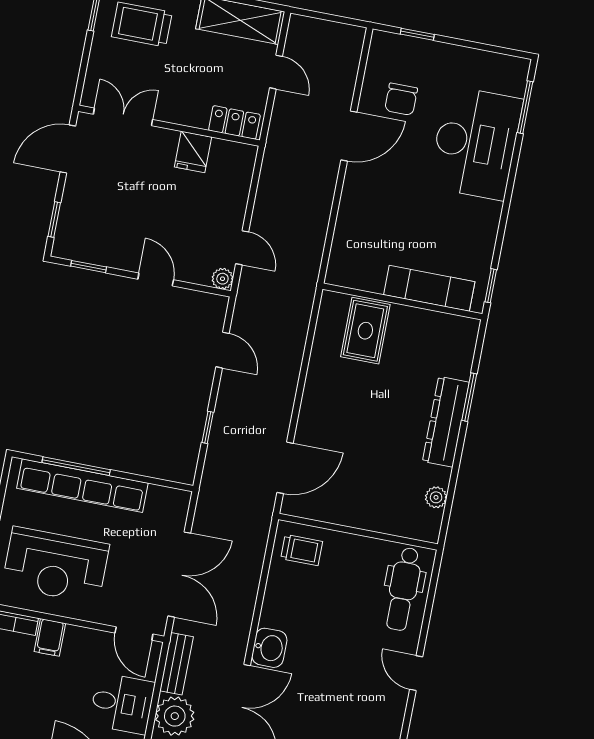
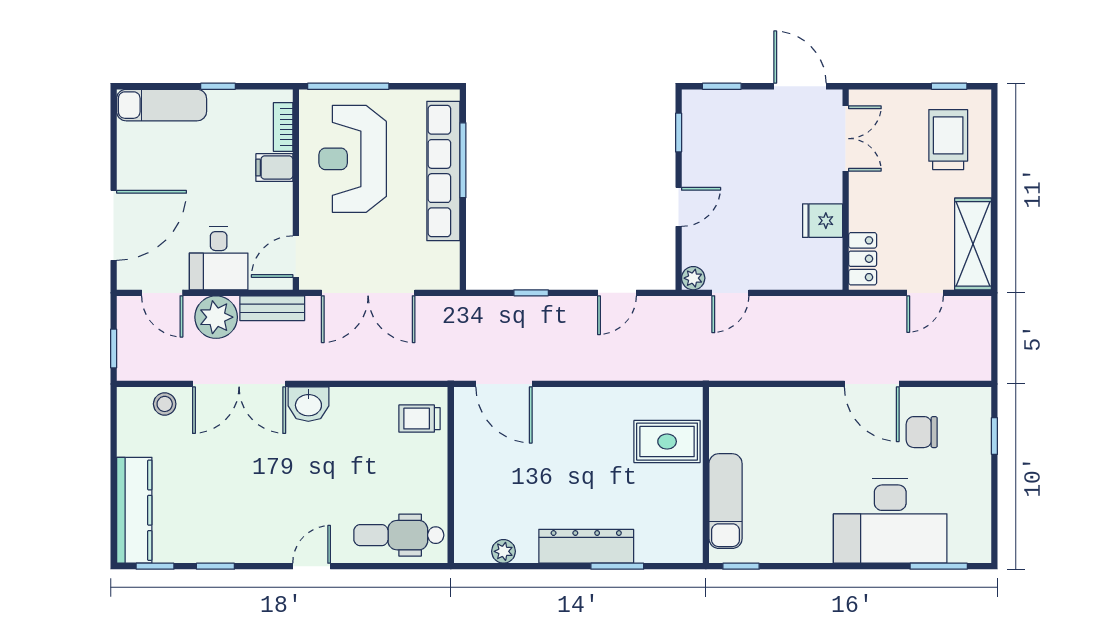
trolley: (302, 550) -> (420, 419), turned 90

